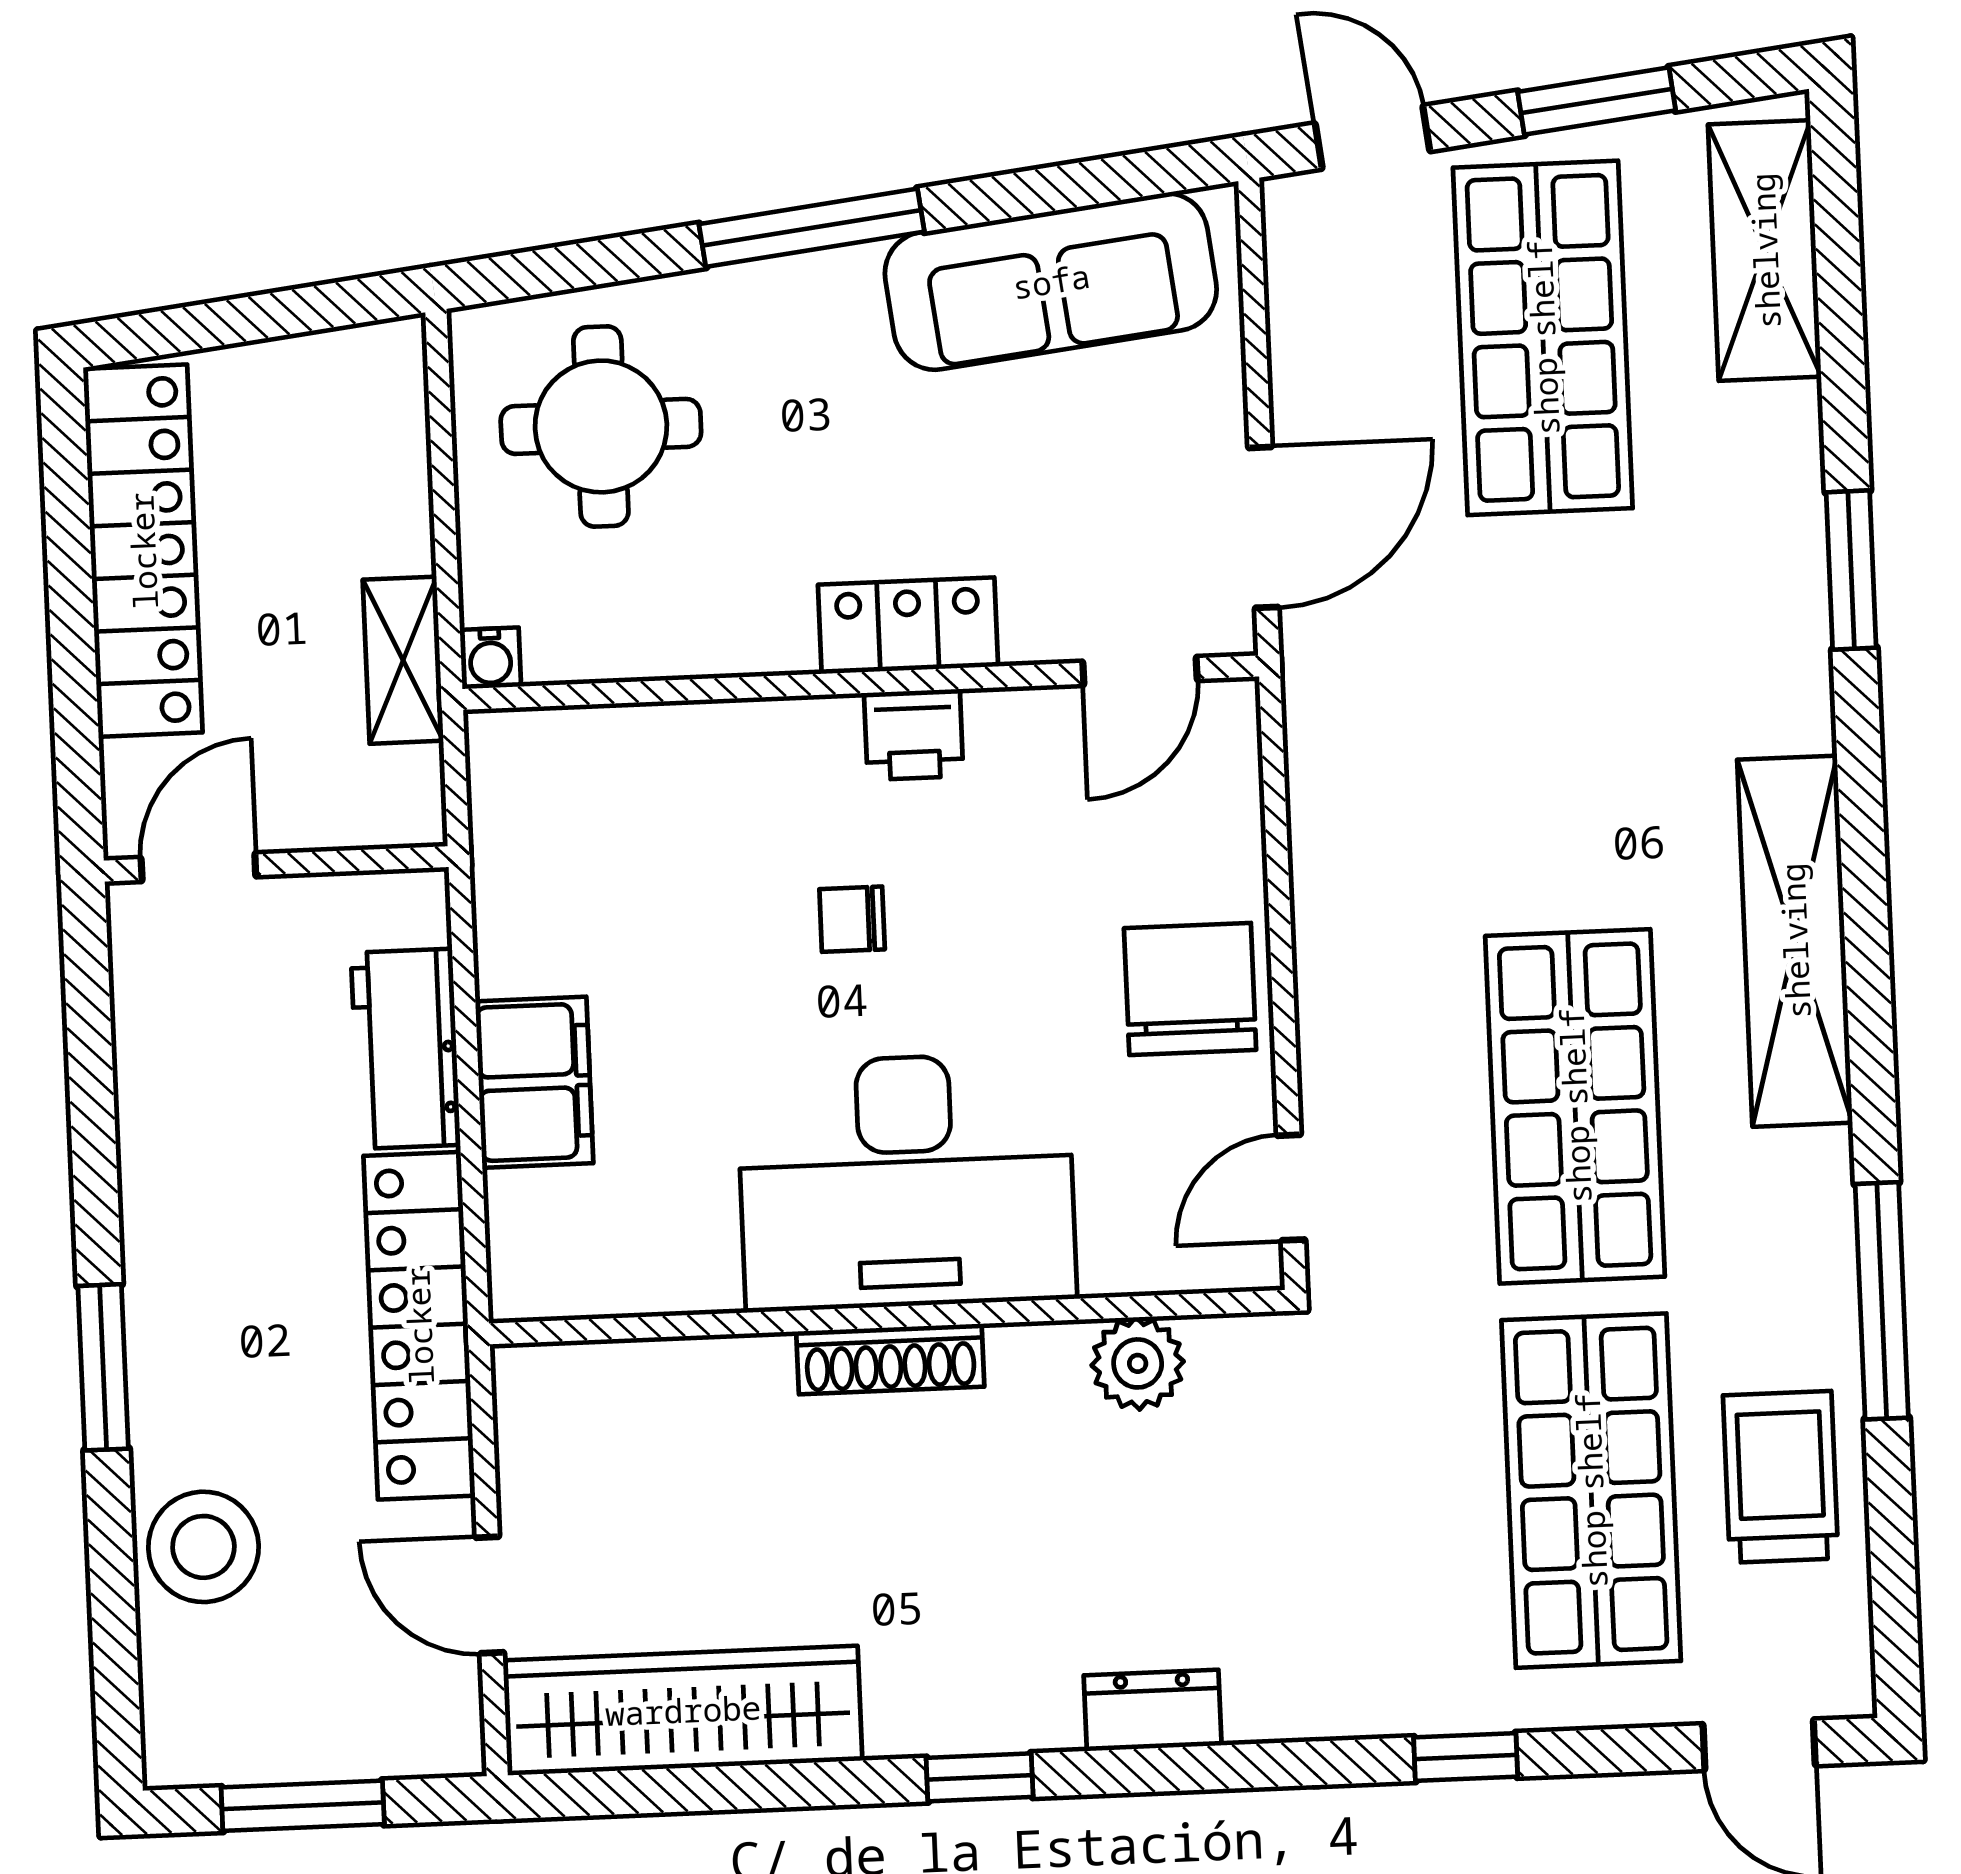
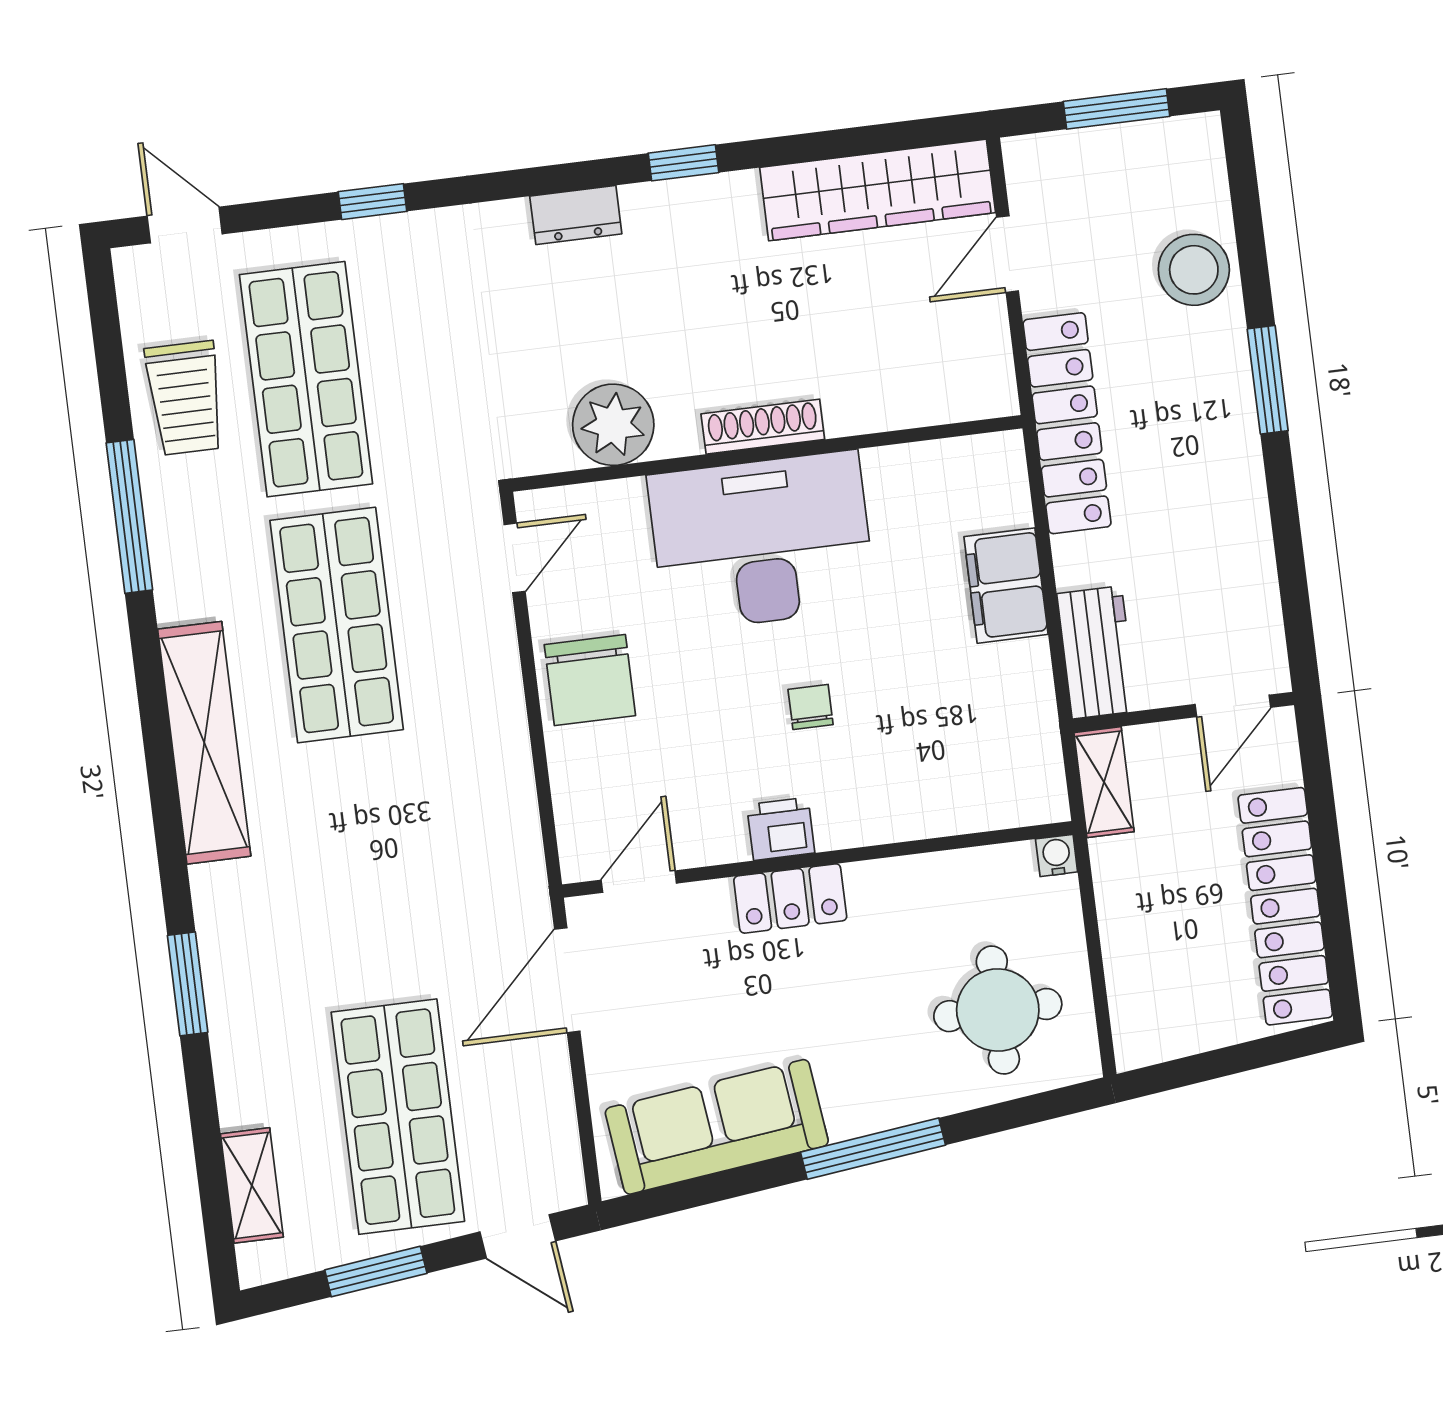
shelving: (1765, 251) -> (252, 1185), width x0.67, depth x0.75
shelving: (403, 660) -> (1104, 782), moved
chair: (852, 919) -> (811, 707), turned -90
workbench: (406, 1049) -> (1097, 652), moved
plant: (1138, 1363) -> (613, 425), width x1.36, depth x1.36
door: (490, 1595) -> (1008, 254), swing flipped

